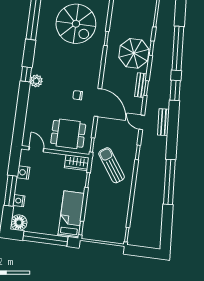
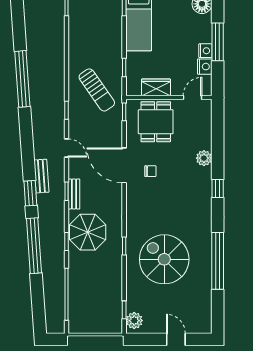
plant: (36, 81) -> (204, 158), moved
bench: (163, 122) -> (41, 176), moved
dining table: (68, 134) -> (156, 122), turned 90
door: (36, 149) -> (193, 97), swing flipped
wardrobe: (77, 163) -> (156, 87), moved
nightstand: (19, 201) -> (205, 51), moved

